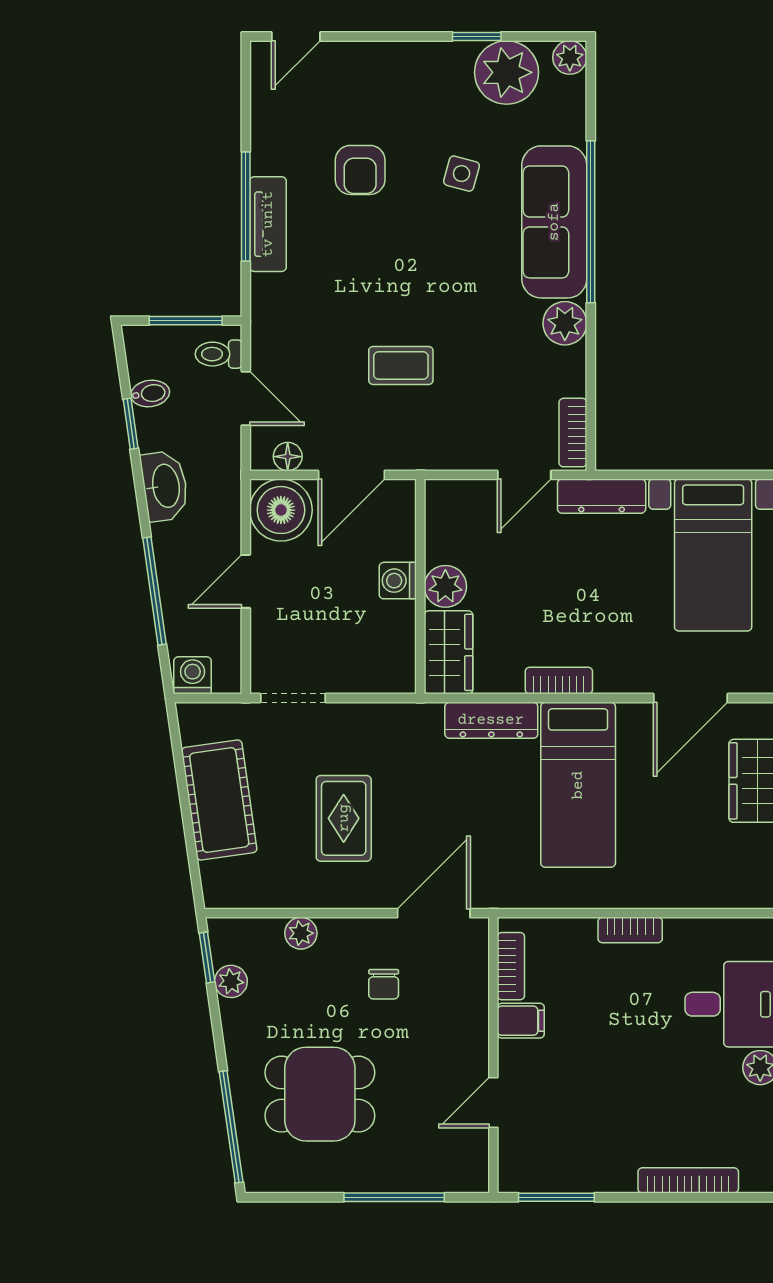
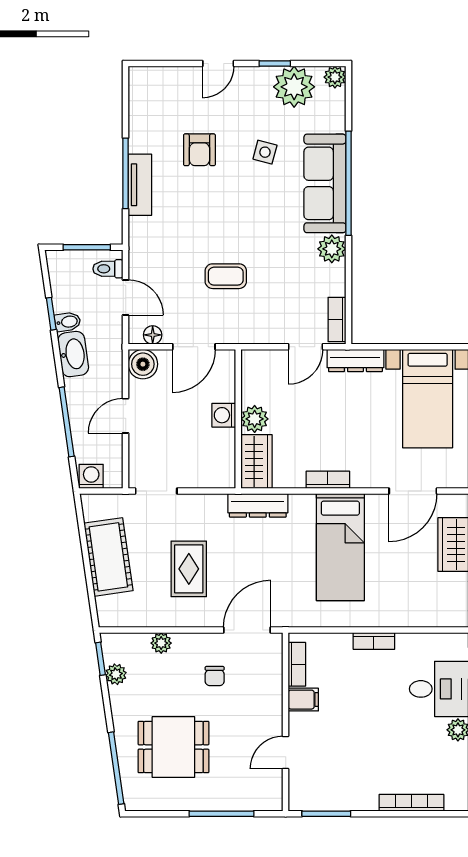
door: (296, 36) -> (218, 64), moved
bidet: (150, 393) -> (68, 322), moved
boiler: (281, 510) -> (143, 364), width x0.73, depth x0.73
dresser: (491, 720) -> (258, 505), moved

